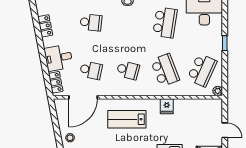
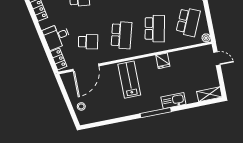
school desk: (128, 70) -> (121, 35), width x1.85
school desk: (165, 70) -> (155, 29), turned 33
lab bench: (127, 119) -> (129, 80), turned 90
door: (225, 130) -> (217, 59), moved

